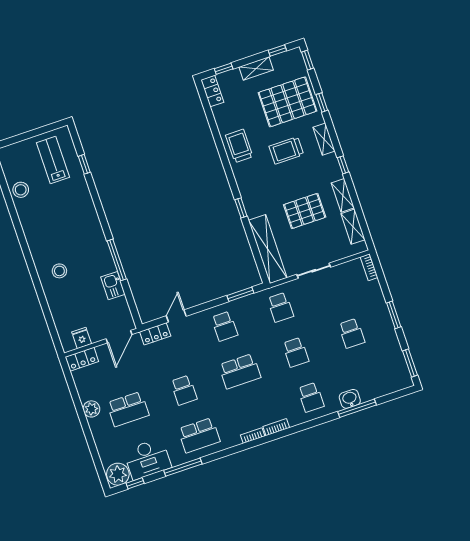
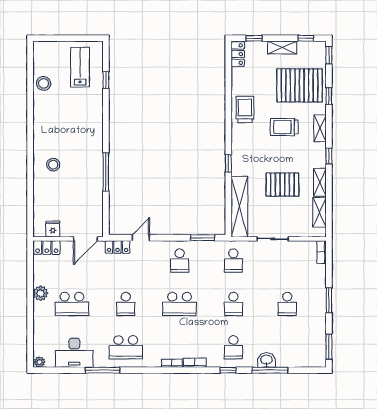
kitchen sink: (113, 286) -> (95, 193), removed
plant: (118, 474) -> (39, 362), width x0.53, depth x0.53
window: (135, 483) -> (228, 370), moved

